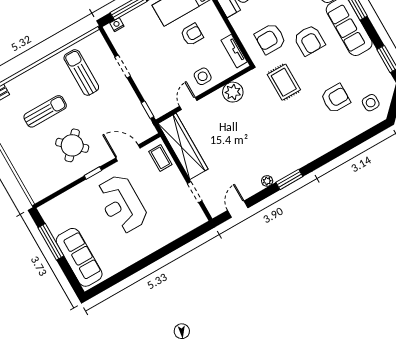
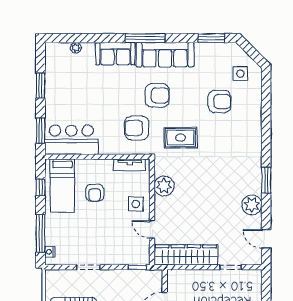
armchair: (192, 34) -> (95, 193), turned 180
armchair: (270, 39) -> (137, 128), turned 90
armchair: (335, 98) -> (220, 101), turned 90
coffee table: (160, 158) -> (185, 280), removed
plant: (267, 181) -> (252, 205), width x1.87, depth x1.87

